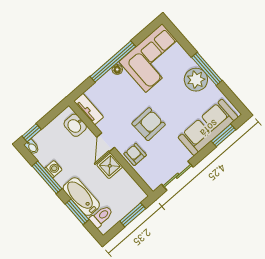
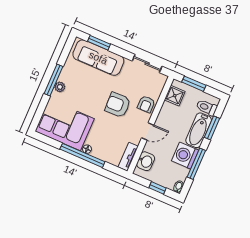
plant: (196, 80) -> (60, 87), width x0.53, depth x0.53
window: (32, 133) -> (157, 188), moved
shower: (110, 166) -> (175, 96), moved
washing machine: (53, 169) -> (185, 156), width x1.89, depth x1.89

